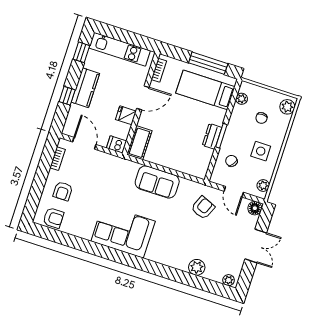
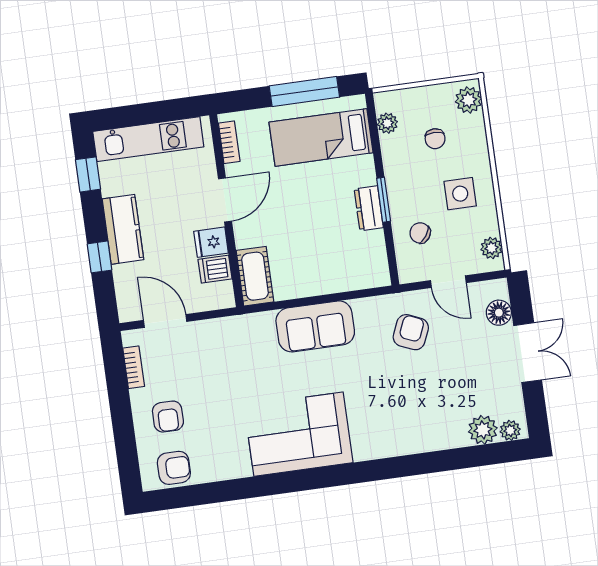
dishwasher: (117, 144) -> (215, 269), moved
floor lamp: (255, 208) -> (499, 313), moved
plant: (197, 267) -> (483, 430), moved

